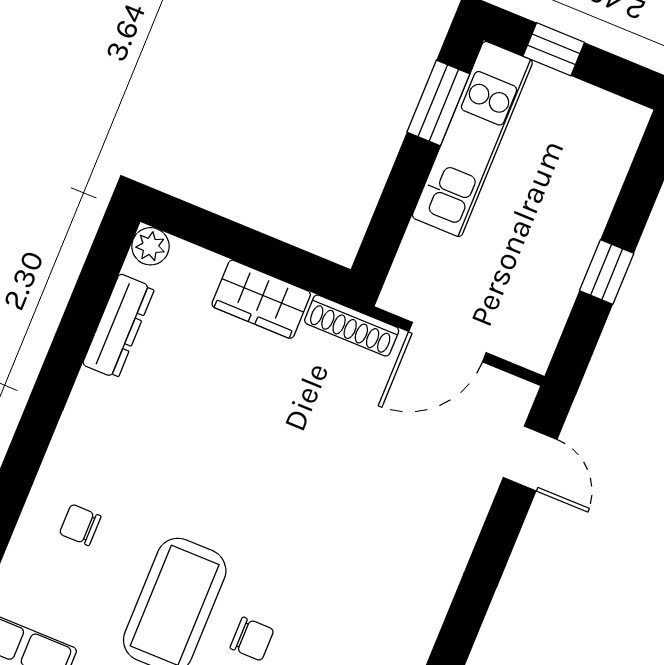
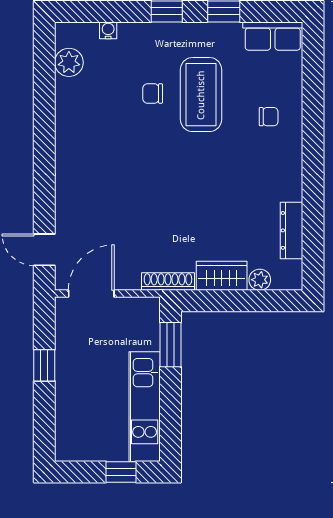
window: (438, 103) -> (170, 345), moved
plant: (150, 246) -> (260, 280), moved
door: (447, 342) -> (91, 294), moved

